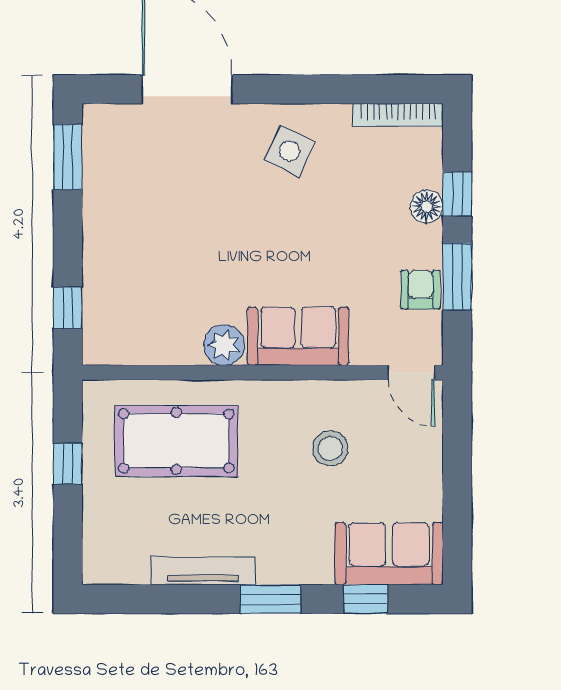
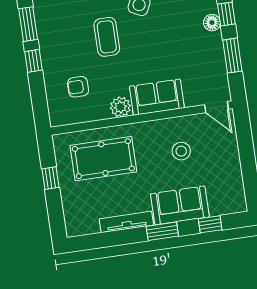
coffee table: (218, 204) -> (107, 37), added
armchair: (421, 290) -> (78, 87), moved, turned -90
window: (68, 308) -> (33, 61), moved
sofa: (389, 554) -> (180, 205), moved

